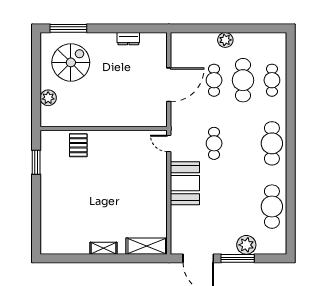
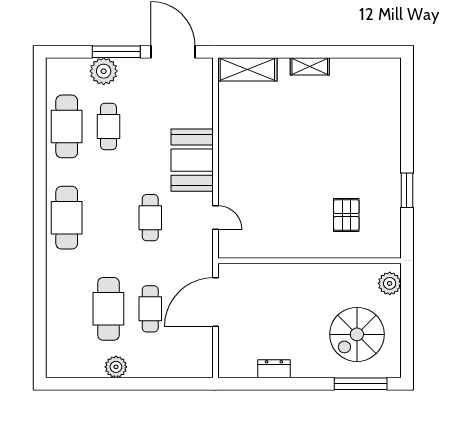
plant: (225, 40) -> (116, 367), moved
cafe table: (272, 80) -> (108, 126), moved
wall: (104, 128) -> (309, 261), moved

